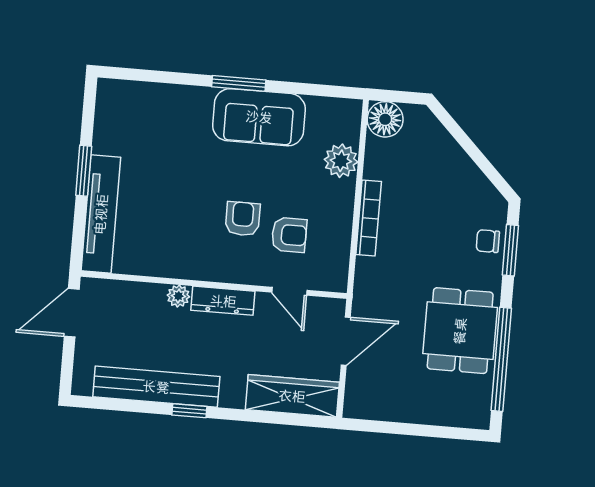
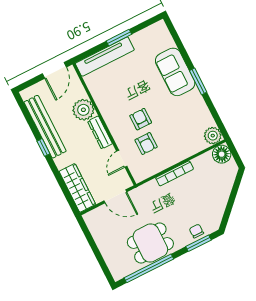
sofa: (259, 117) -> (175, 72), moved
plant: (341, 161) -> (213, 136), moved
armchair: (243, 219) -> (141, 119), turned -90
plant: (178, 296) -> (83, 110), width x1.88, depth x1.88
door: (72, 313) -> (54, 70), swing flipped

